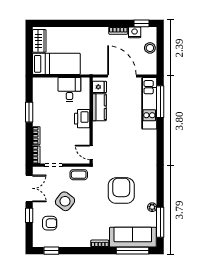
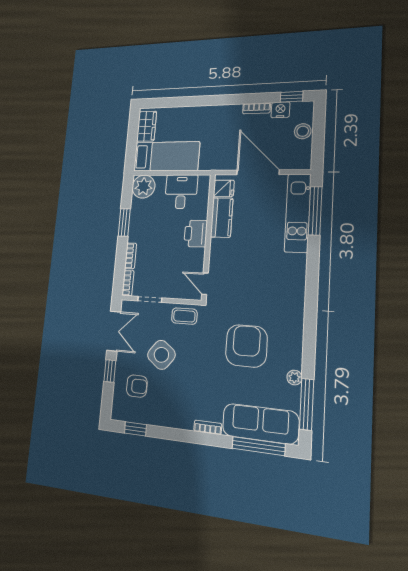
plant: (41, 86) -> (143, 187), added

